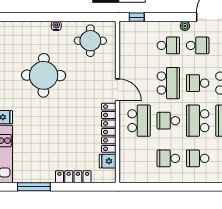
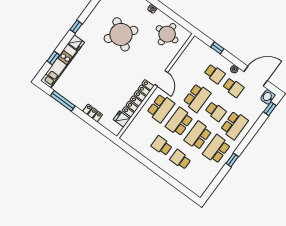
window: (137, 17) -> (217, 48), moved
round table: (44, 75) -> (121, 34), turned 35
school desk: (198, 83) -> (216, 112), turned 180
school desk: (168, 121) -> (179, 122), width x1.85
locker: (73, 177) -> (92, 113), width x0.66

